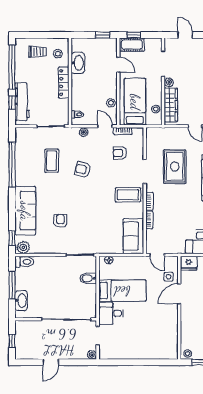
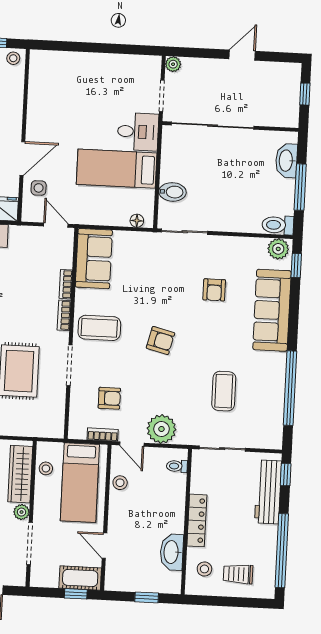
window: (103, 35) -> (147, 597), moved
window: (12, 102) -> (286, 475), moved
plant: (84, 132) -> (161, 429), width x1.87, depth x1.87
armchair: (83, 170) -> (160, 340), moved

